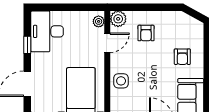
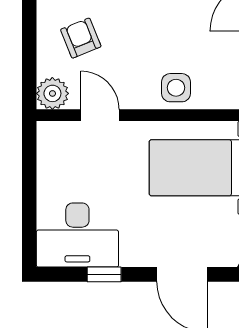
plant: (99, 21) -> (58, 132), removed
armchair: (146, 33) -> (81, 38), turned -112

